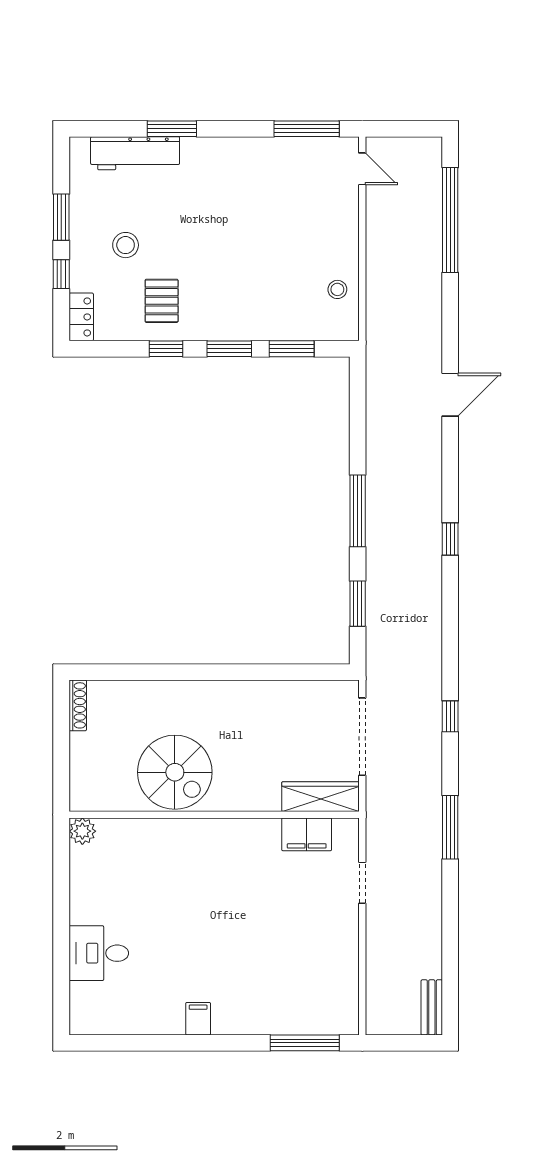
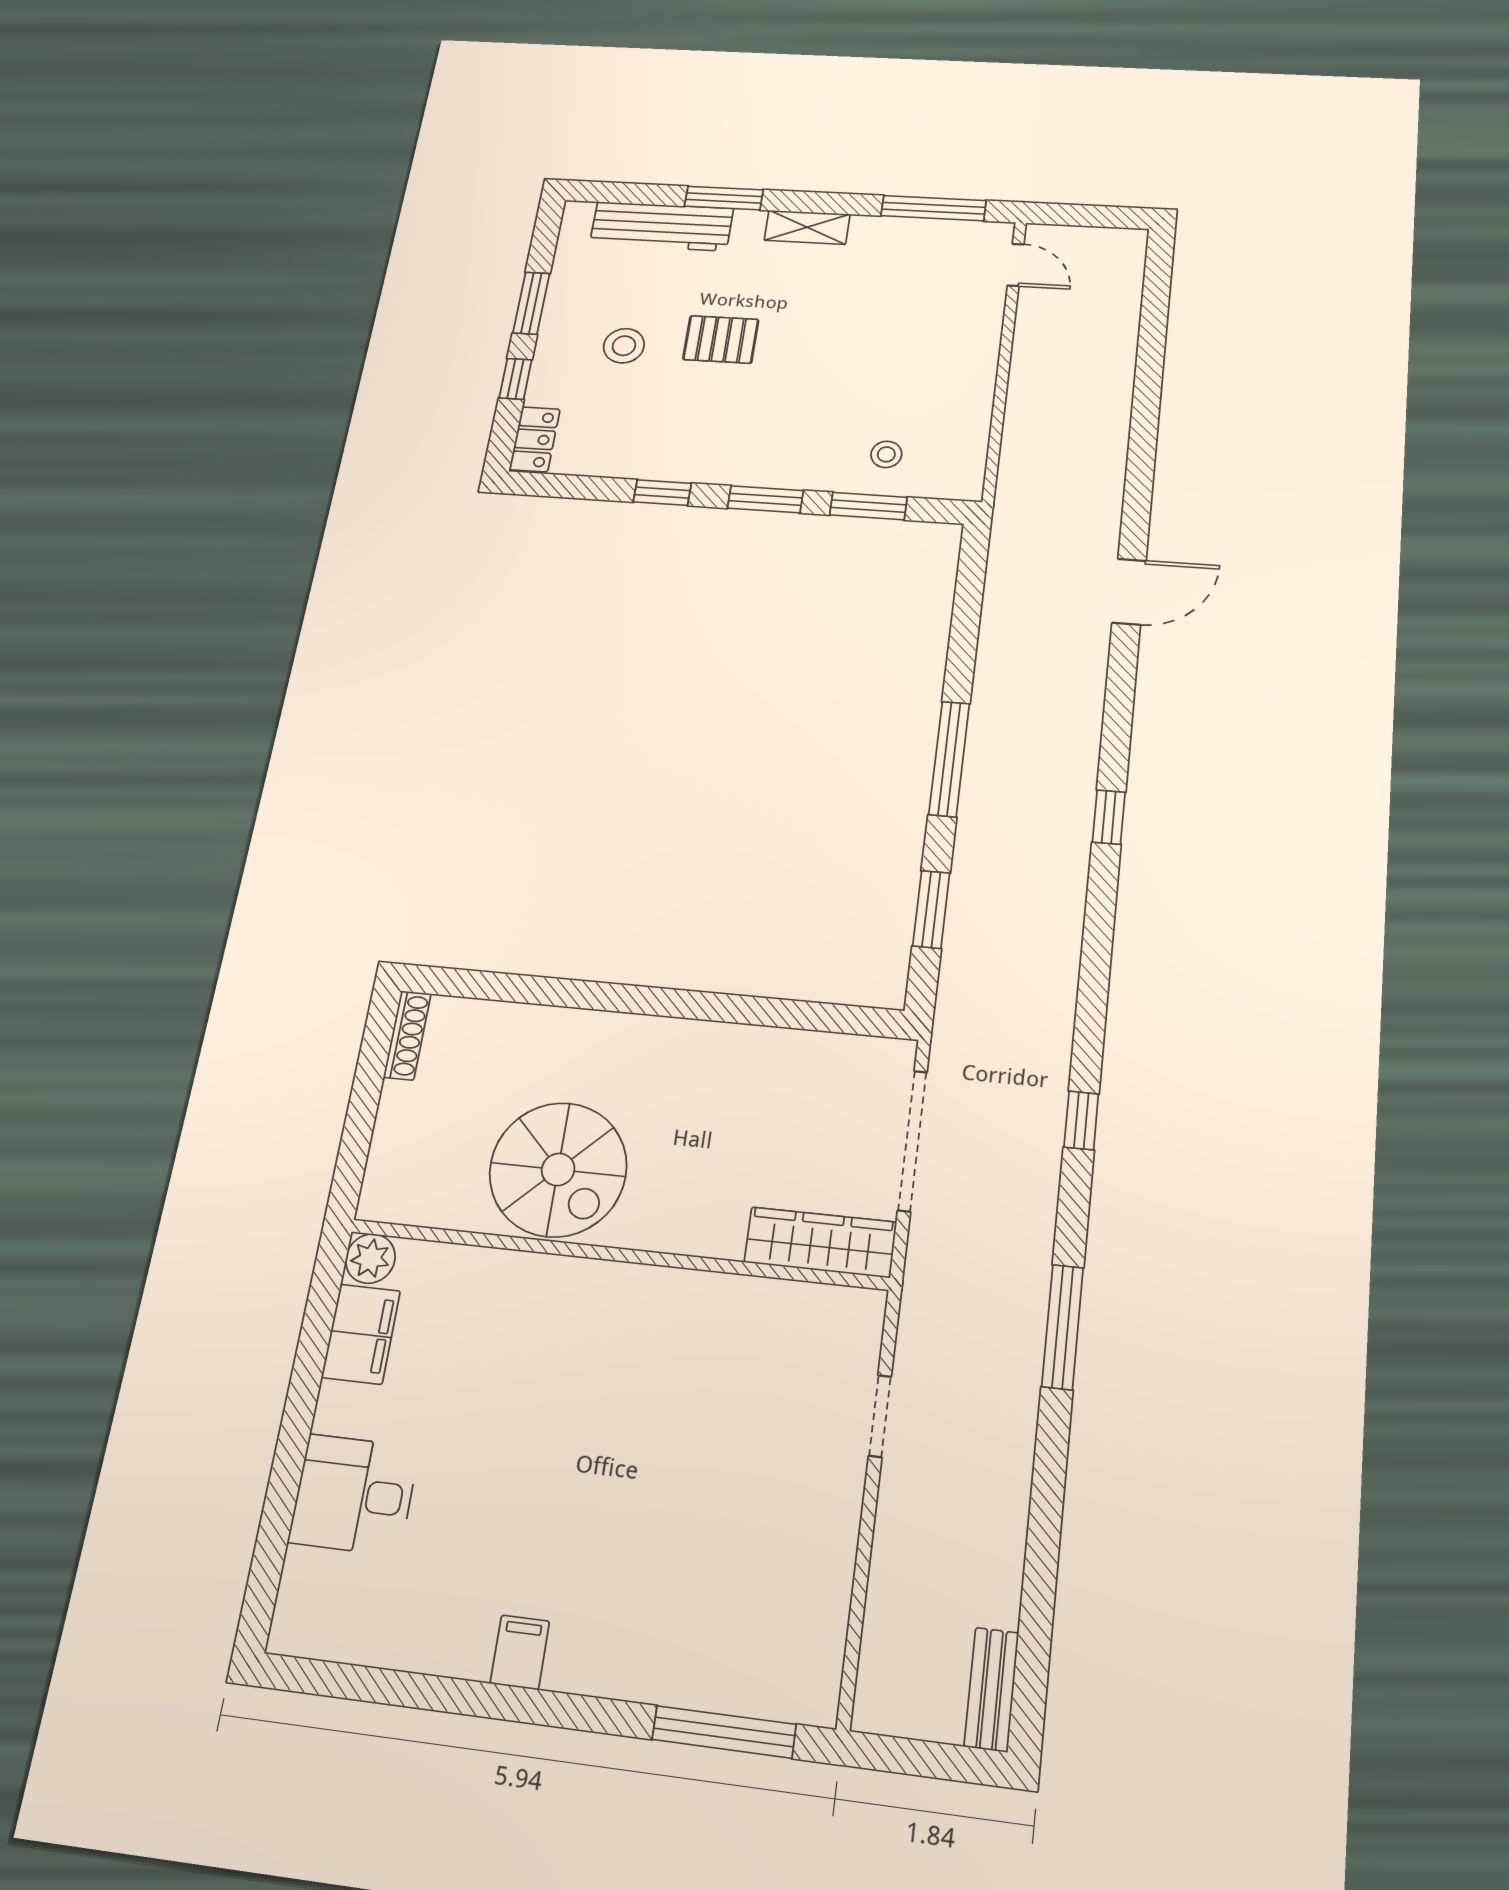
shelving: (228, 148) -> (807, 227), added
window: (450, 220) -> (1152, 341), removed
stool: (337, 289) -> (886, 454), moved
pallet: (162, 301) -> (721, 339), moved, turned 90
filing cabinet: (307, 834) -> (361, 1334), moved, turned -90

